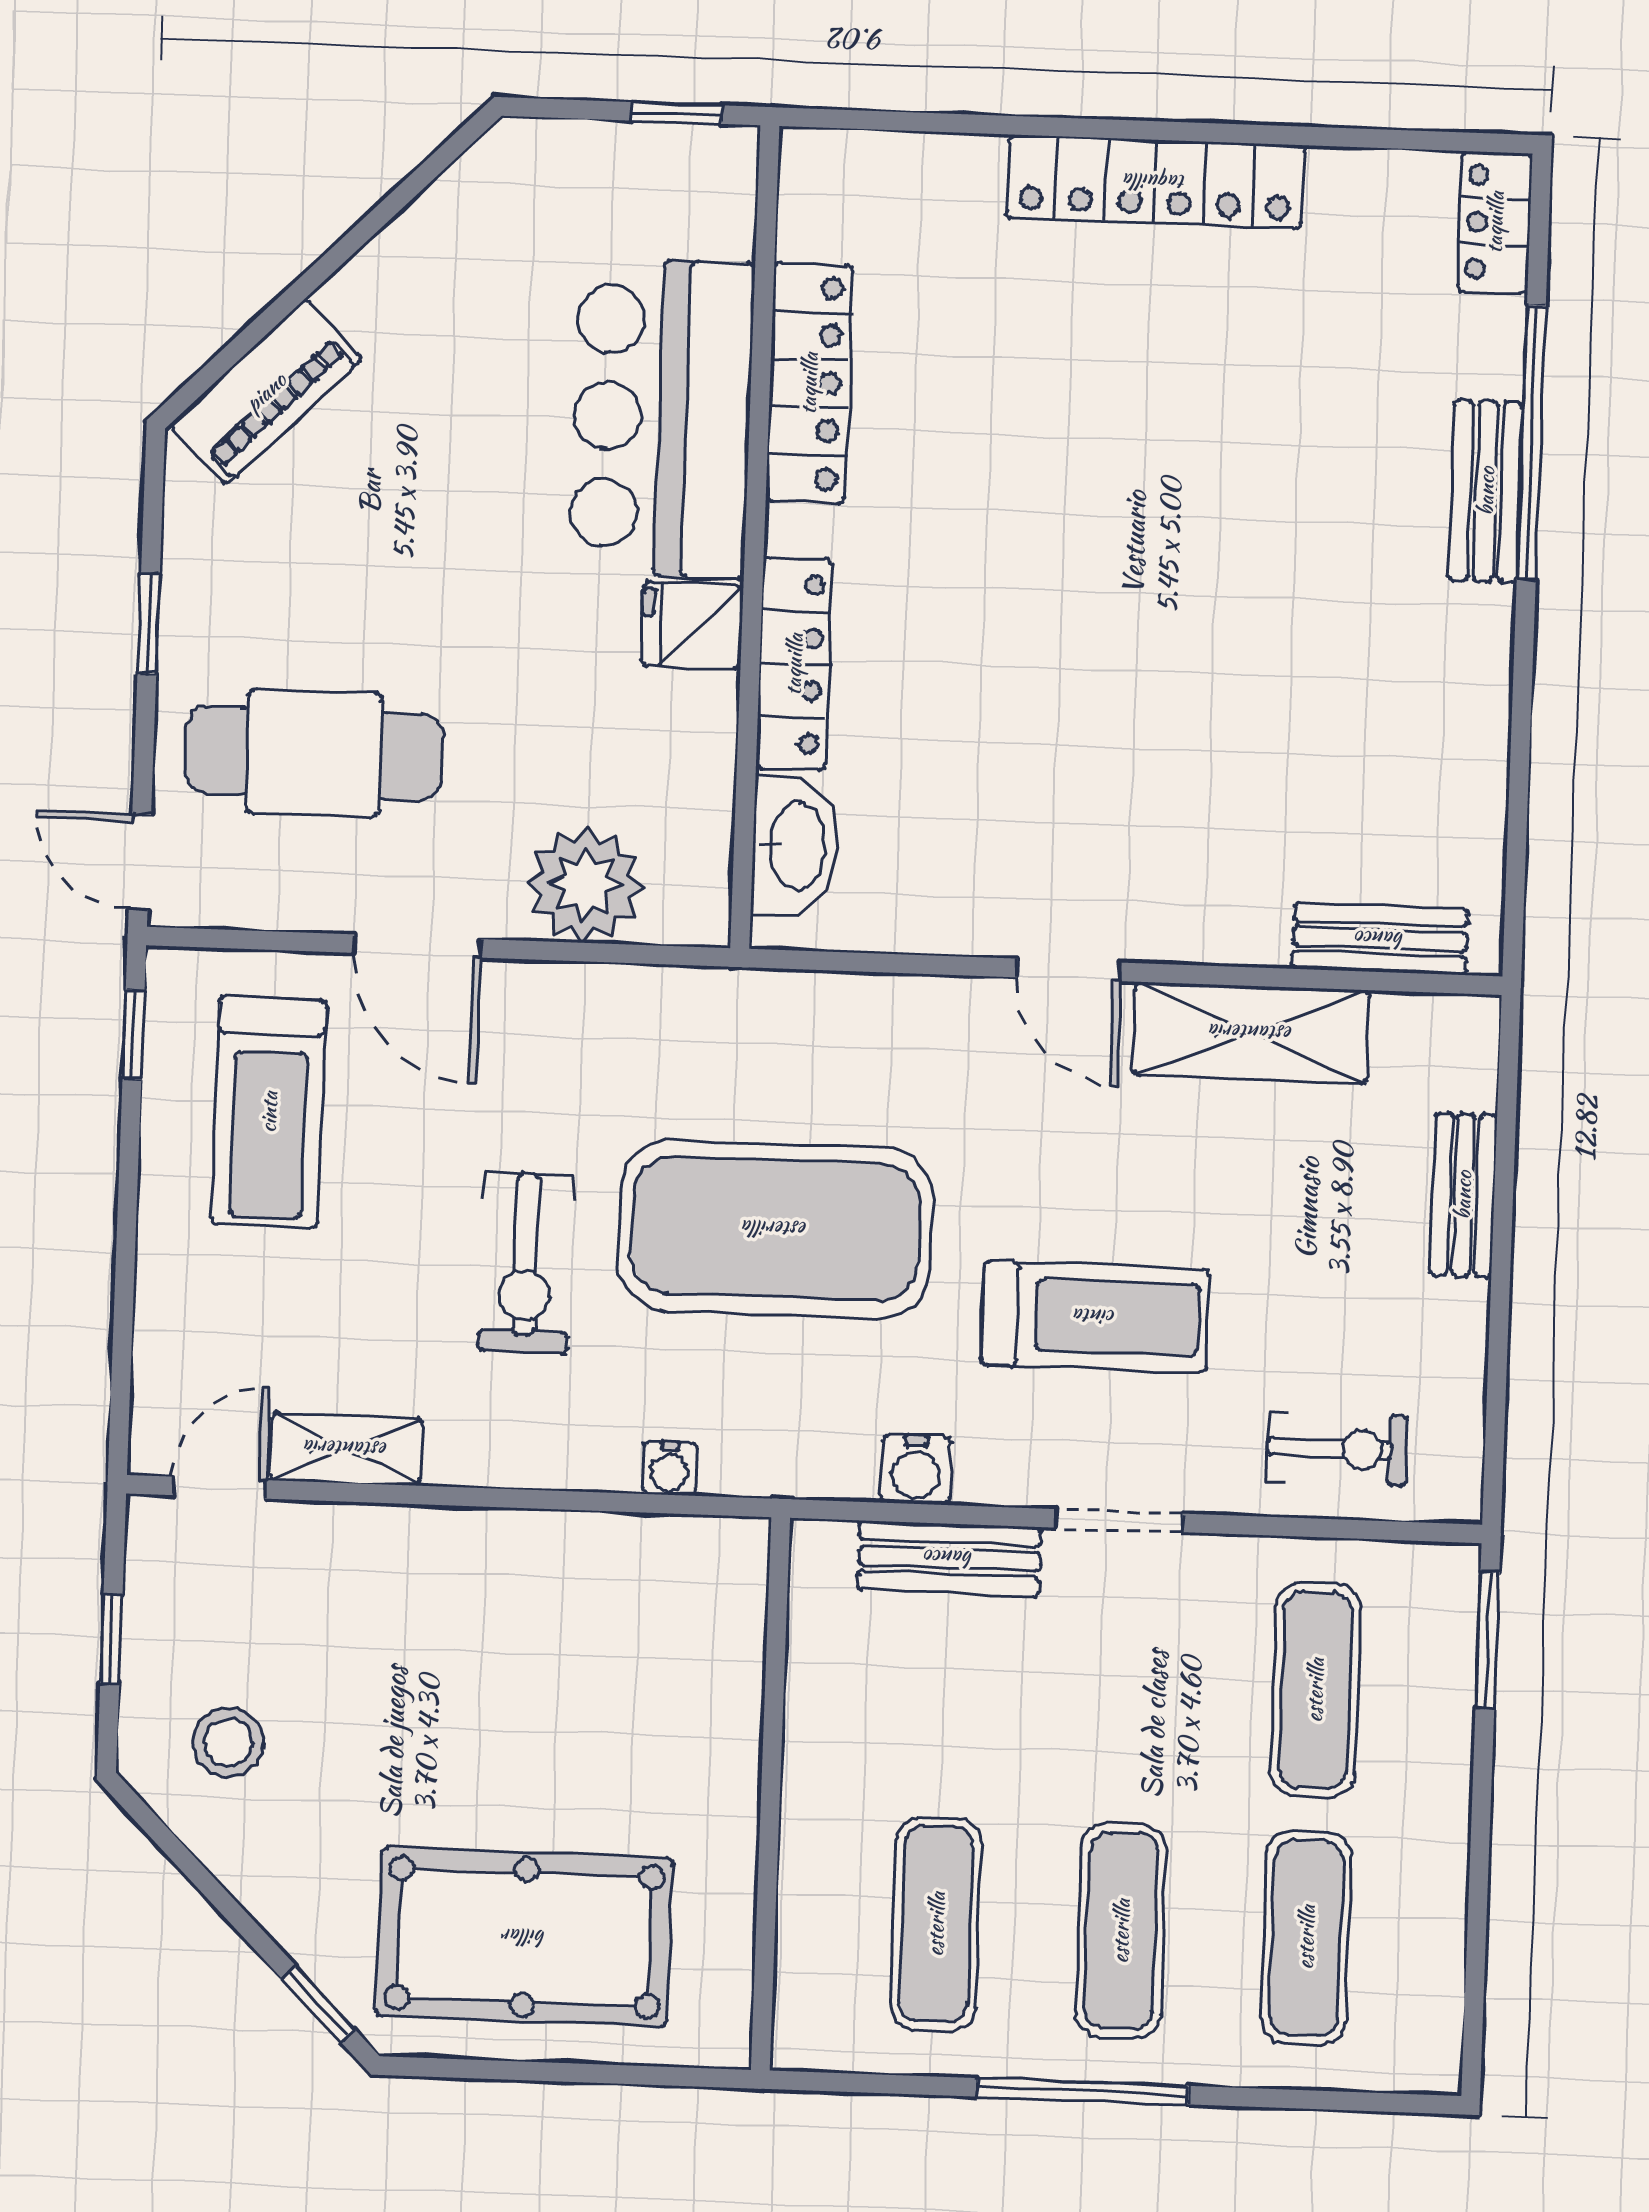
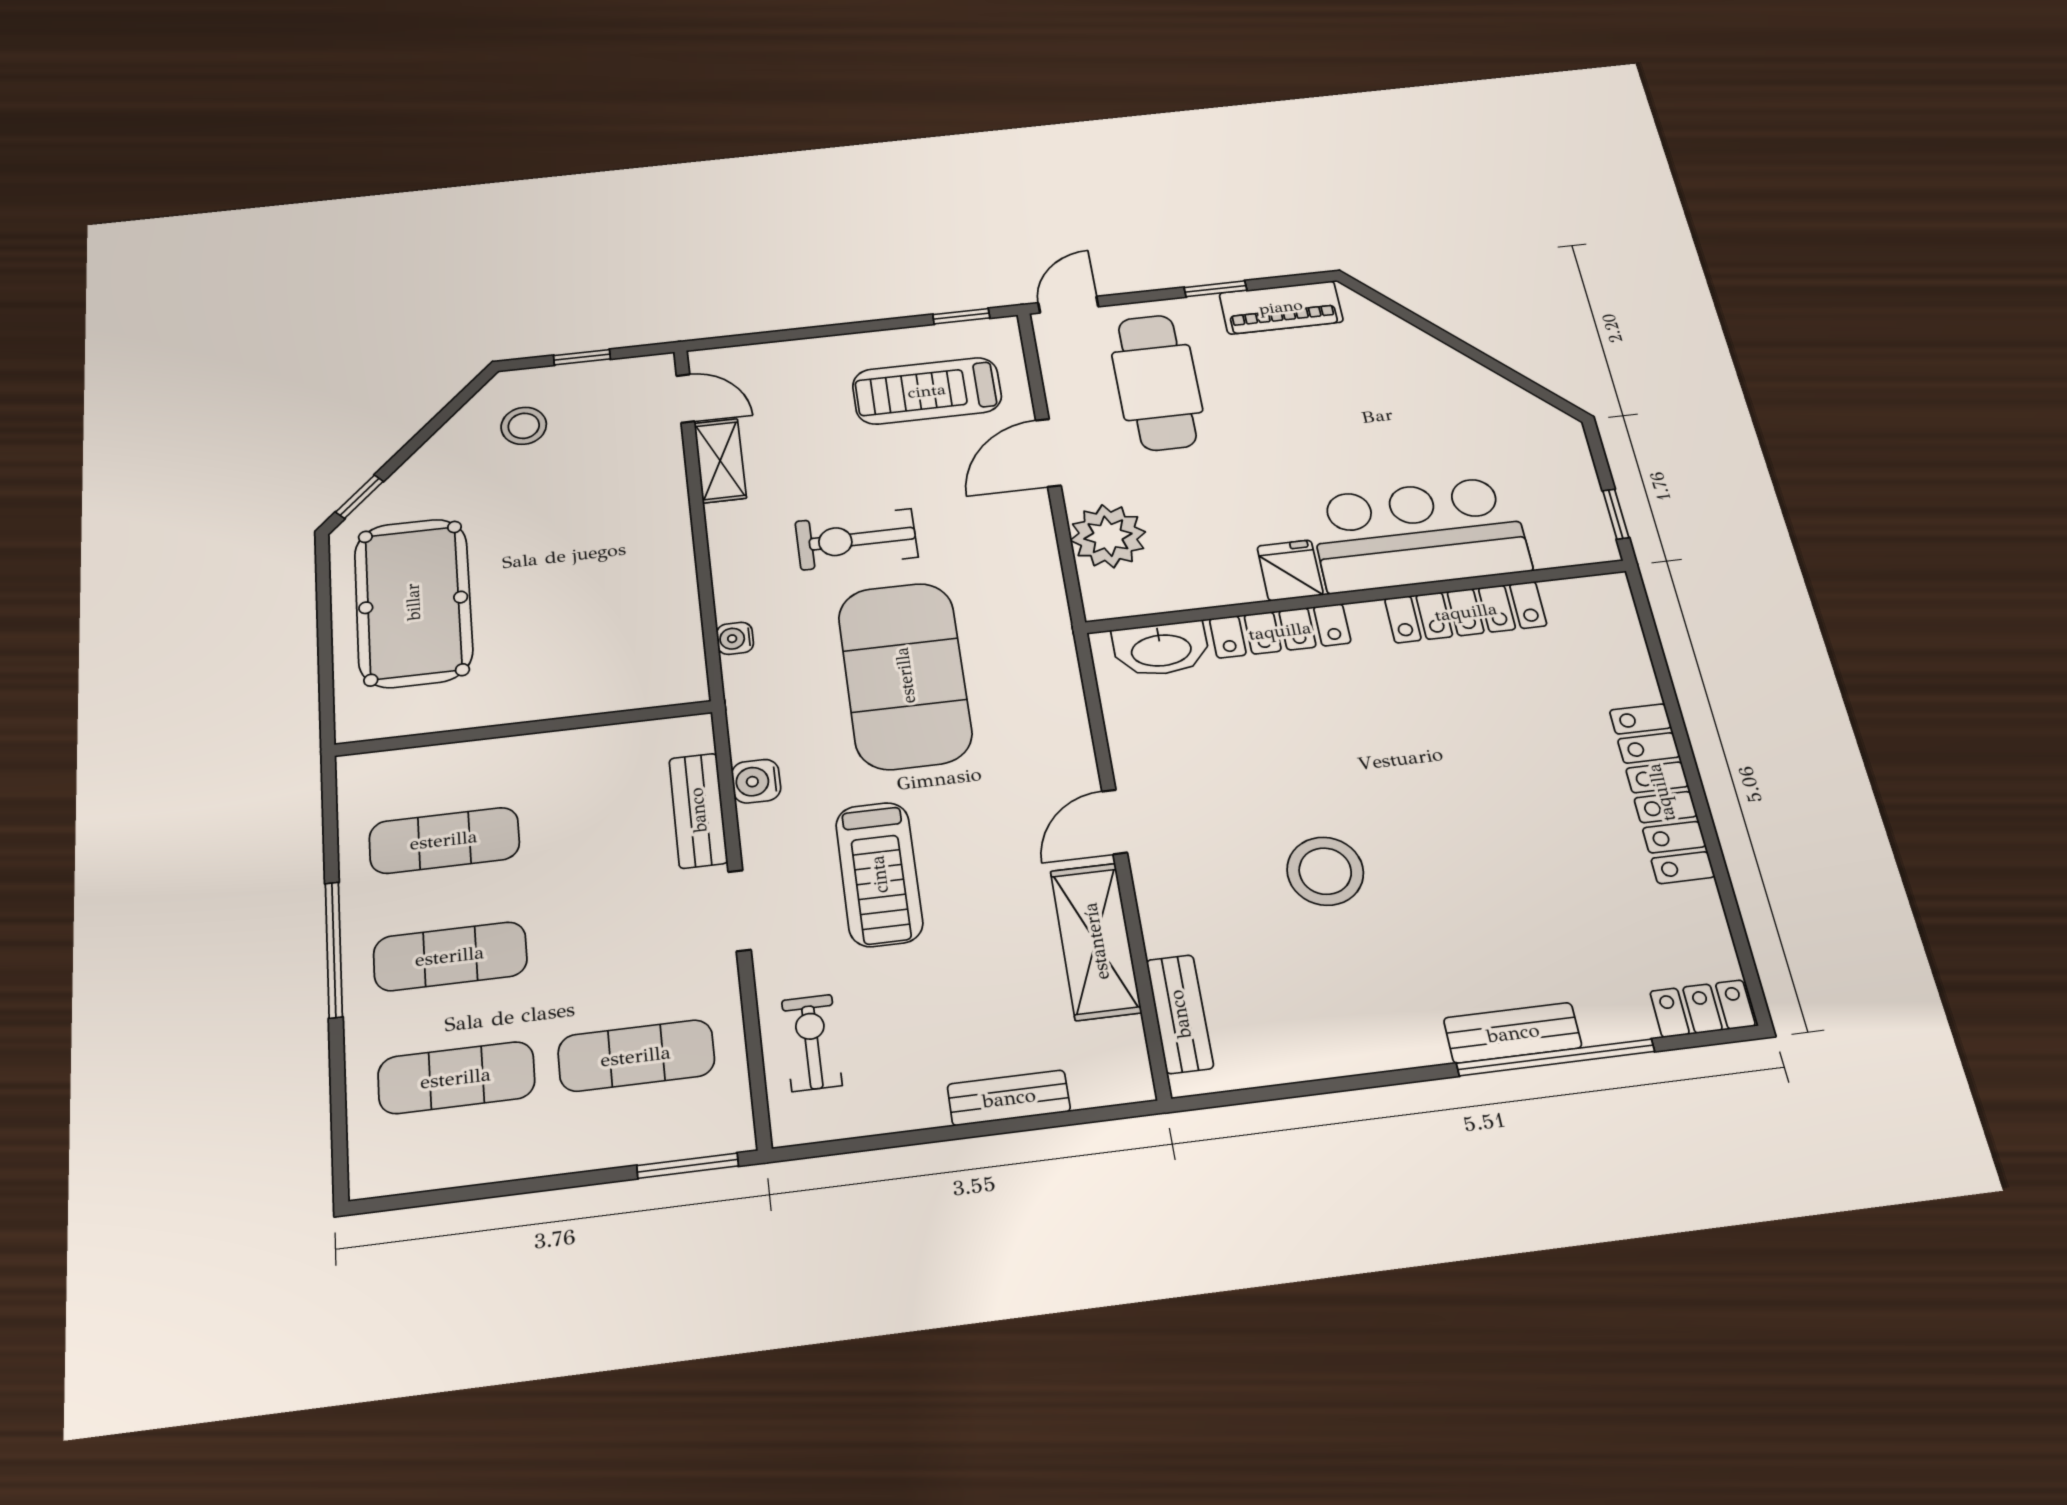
piano: (266, 392) -> (1281, 307), moved, turned -45
stool: (1198, 689) -> (1325, 871), added
exercise bike: (1337, 1449) -> (812, 1043), turned 180

